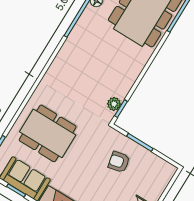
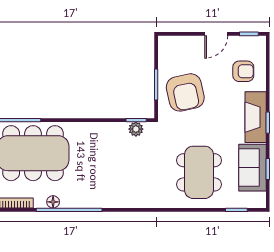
armchair: (119, 162) -> (185, 92), width x1.88, depth x1.88

